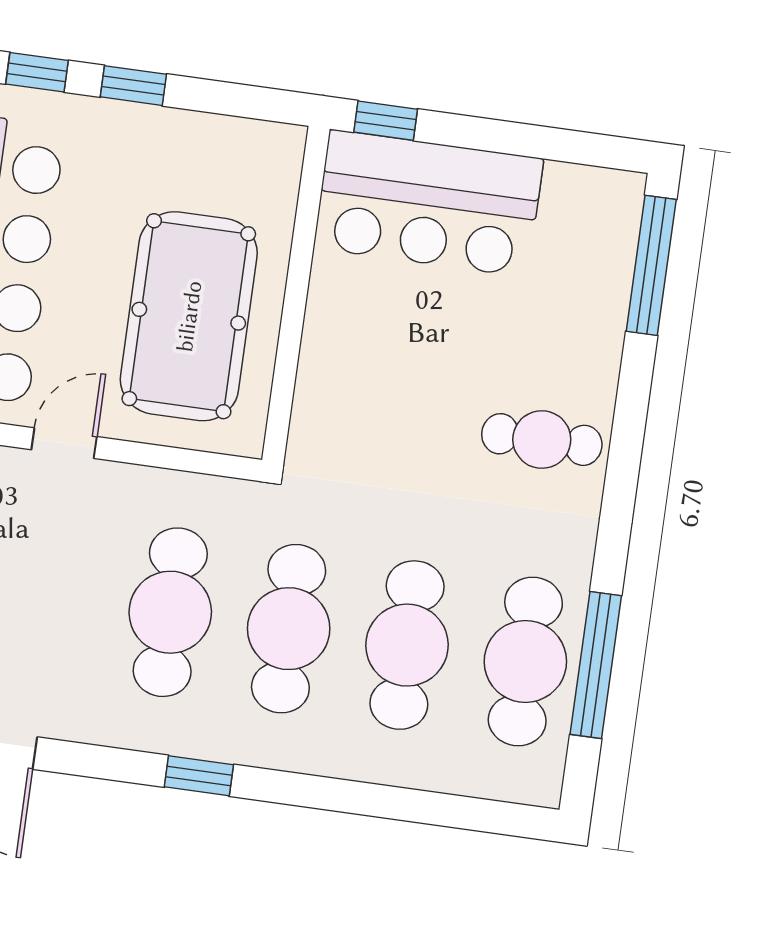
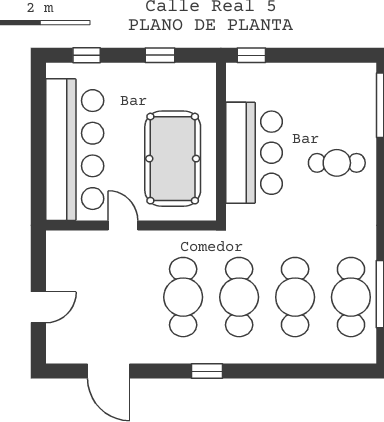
window: (133, 86) -> (160, 55), moved
bar counter: (428, 203) -> (254, 153), moved, turned -90
cafe table: (542, 440) -> (337, 163), moved
door: (64, 443) -> (123, 225), hinge flipped

